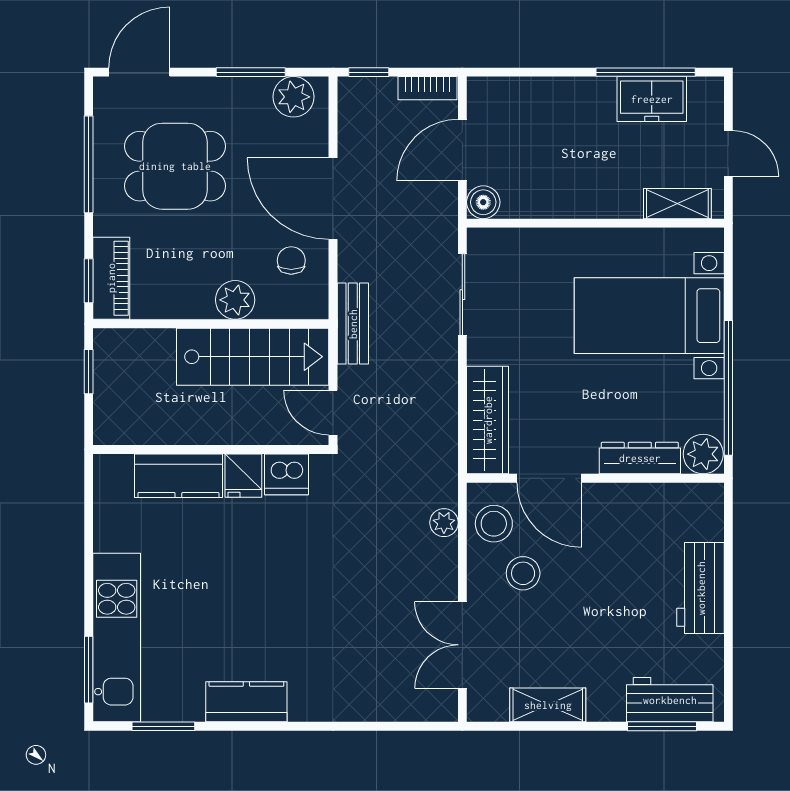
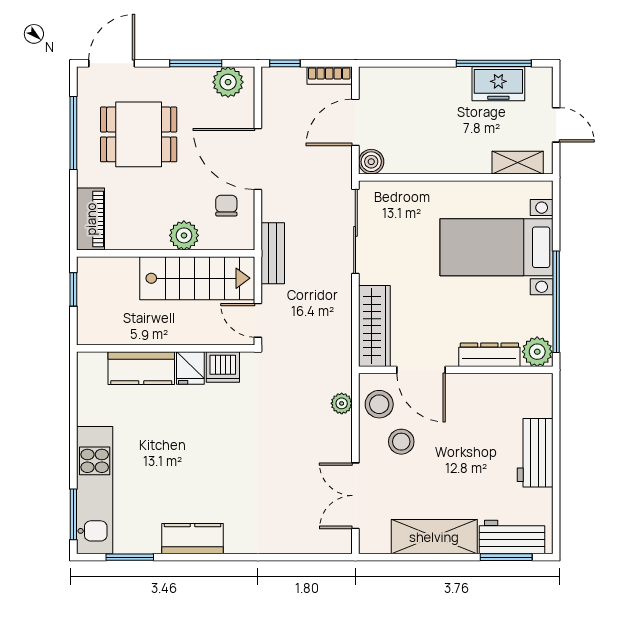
window: (89, 281) -> (73, 221), removed
sliding door: (462, 295) -> (355, 231), width x1.37
shelving: (548, 705) -> (434, 537), width x1.50, depth x1.33

